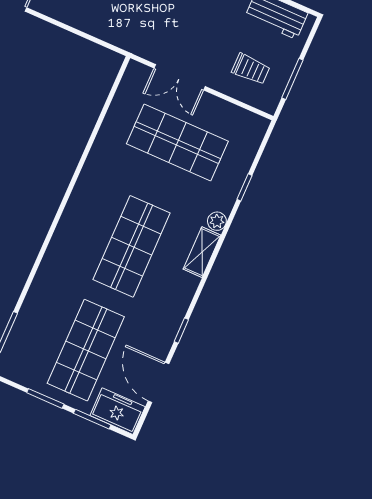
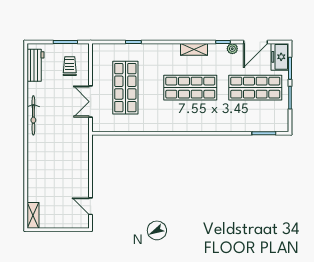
double door: (180, 77) -> (91, 102), swing flipped
plant: (217, 221) -> (232, 49), moved
shelving: (202, 252) -> (194, 49), moved

